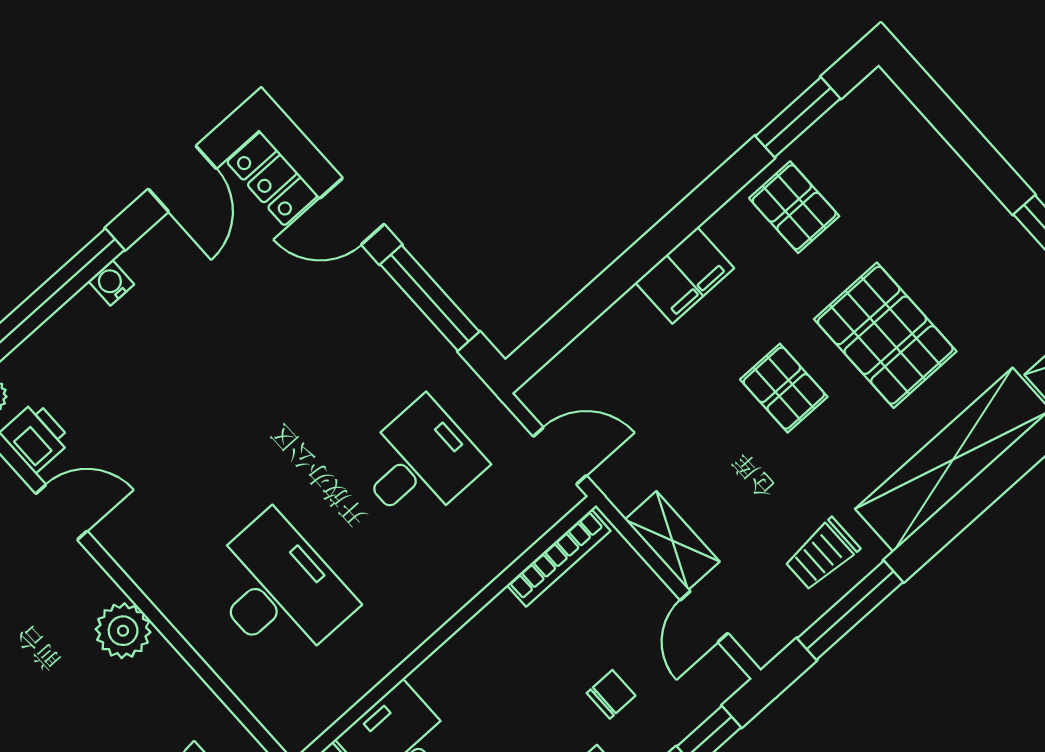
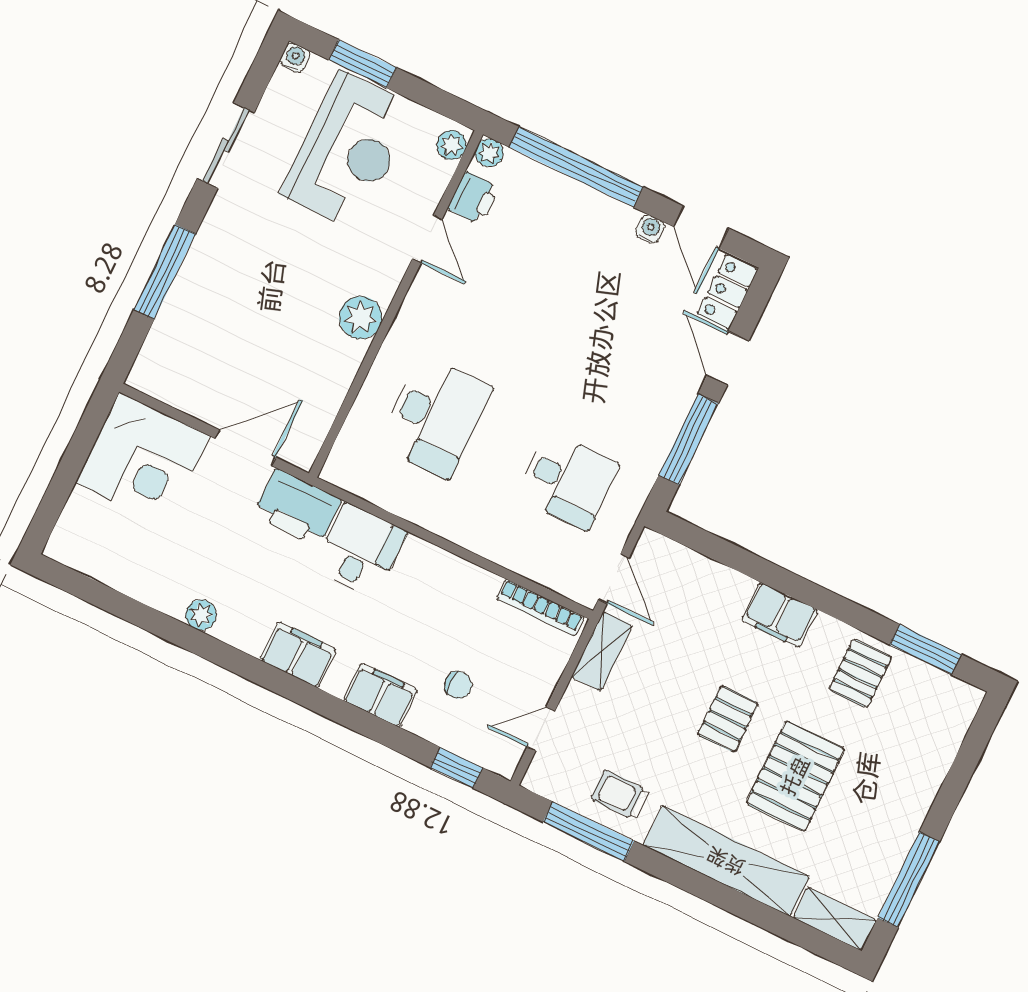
door: (182, 179) -> (701, 227), hinge flipped
water cooler: (112, 283) -> (650, 229), moved
shelving: (672, 541) -> (602, 651), moved

